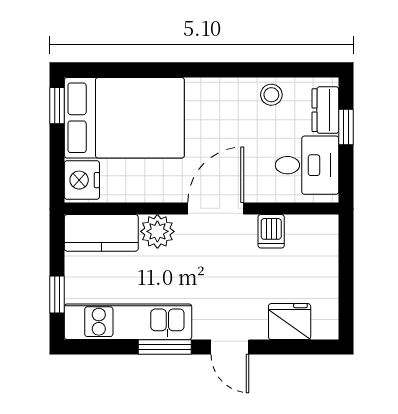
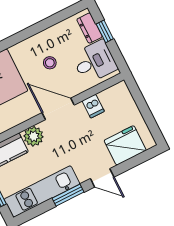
stool: (271, 95) -> (50, 63), moved
door: (216, 208) -> (58, 109), hinge flipped
fridge: (290, 322) -> (125, 145), width x1.36, depth x1.34

